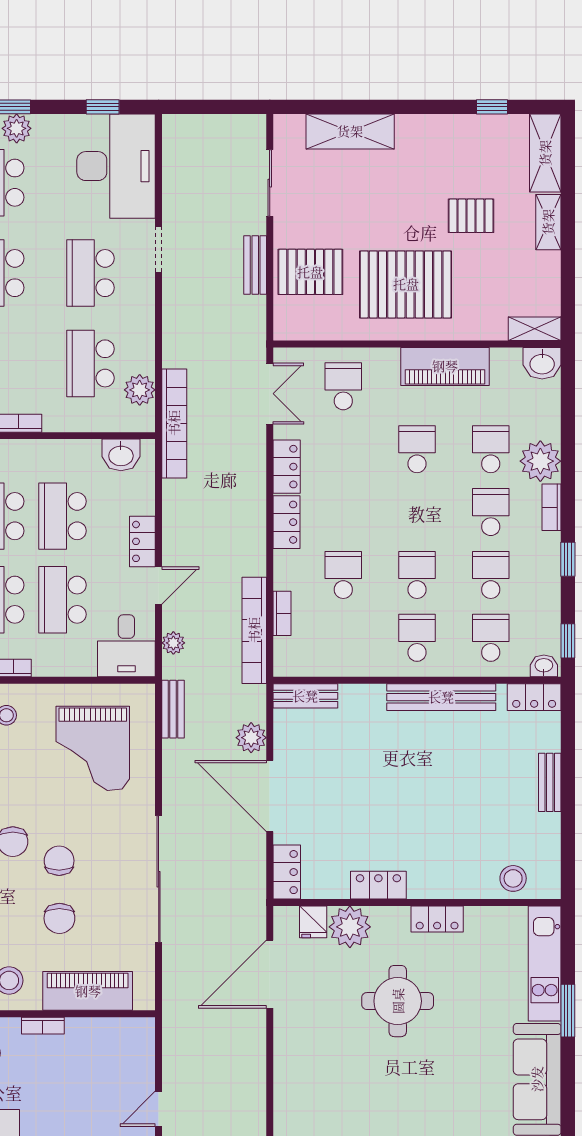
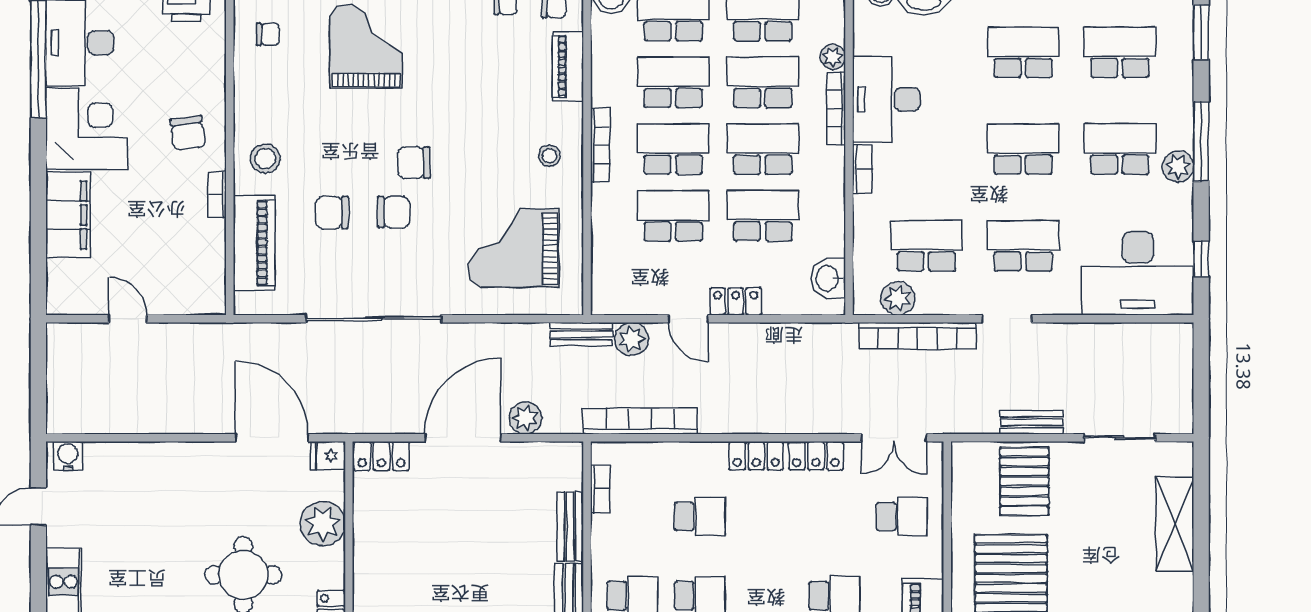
doorway: (159, 249) -> (1007, 319), moved
bookcase: (174, 423) -> (917, 336), moved
bookcase: (282, 613) -> (600, 489), moved, turned -90
plant: (173, 643) -> (631, 339), width x1.38, depth x1.38
desk: (126, 646) -> (624, 284), removed
bench: (305, 696) -> (570, 526), moved
bench: (173, 709) -> (581, 334), moved
locker: (378, 885) -> (367, 554), removed
fridge: (313, 922) -> (328, 456), moved

